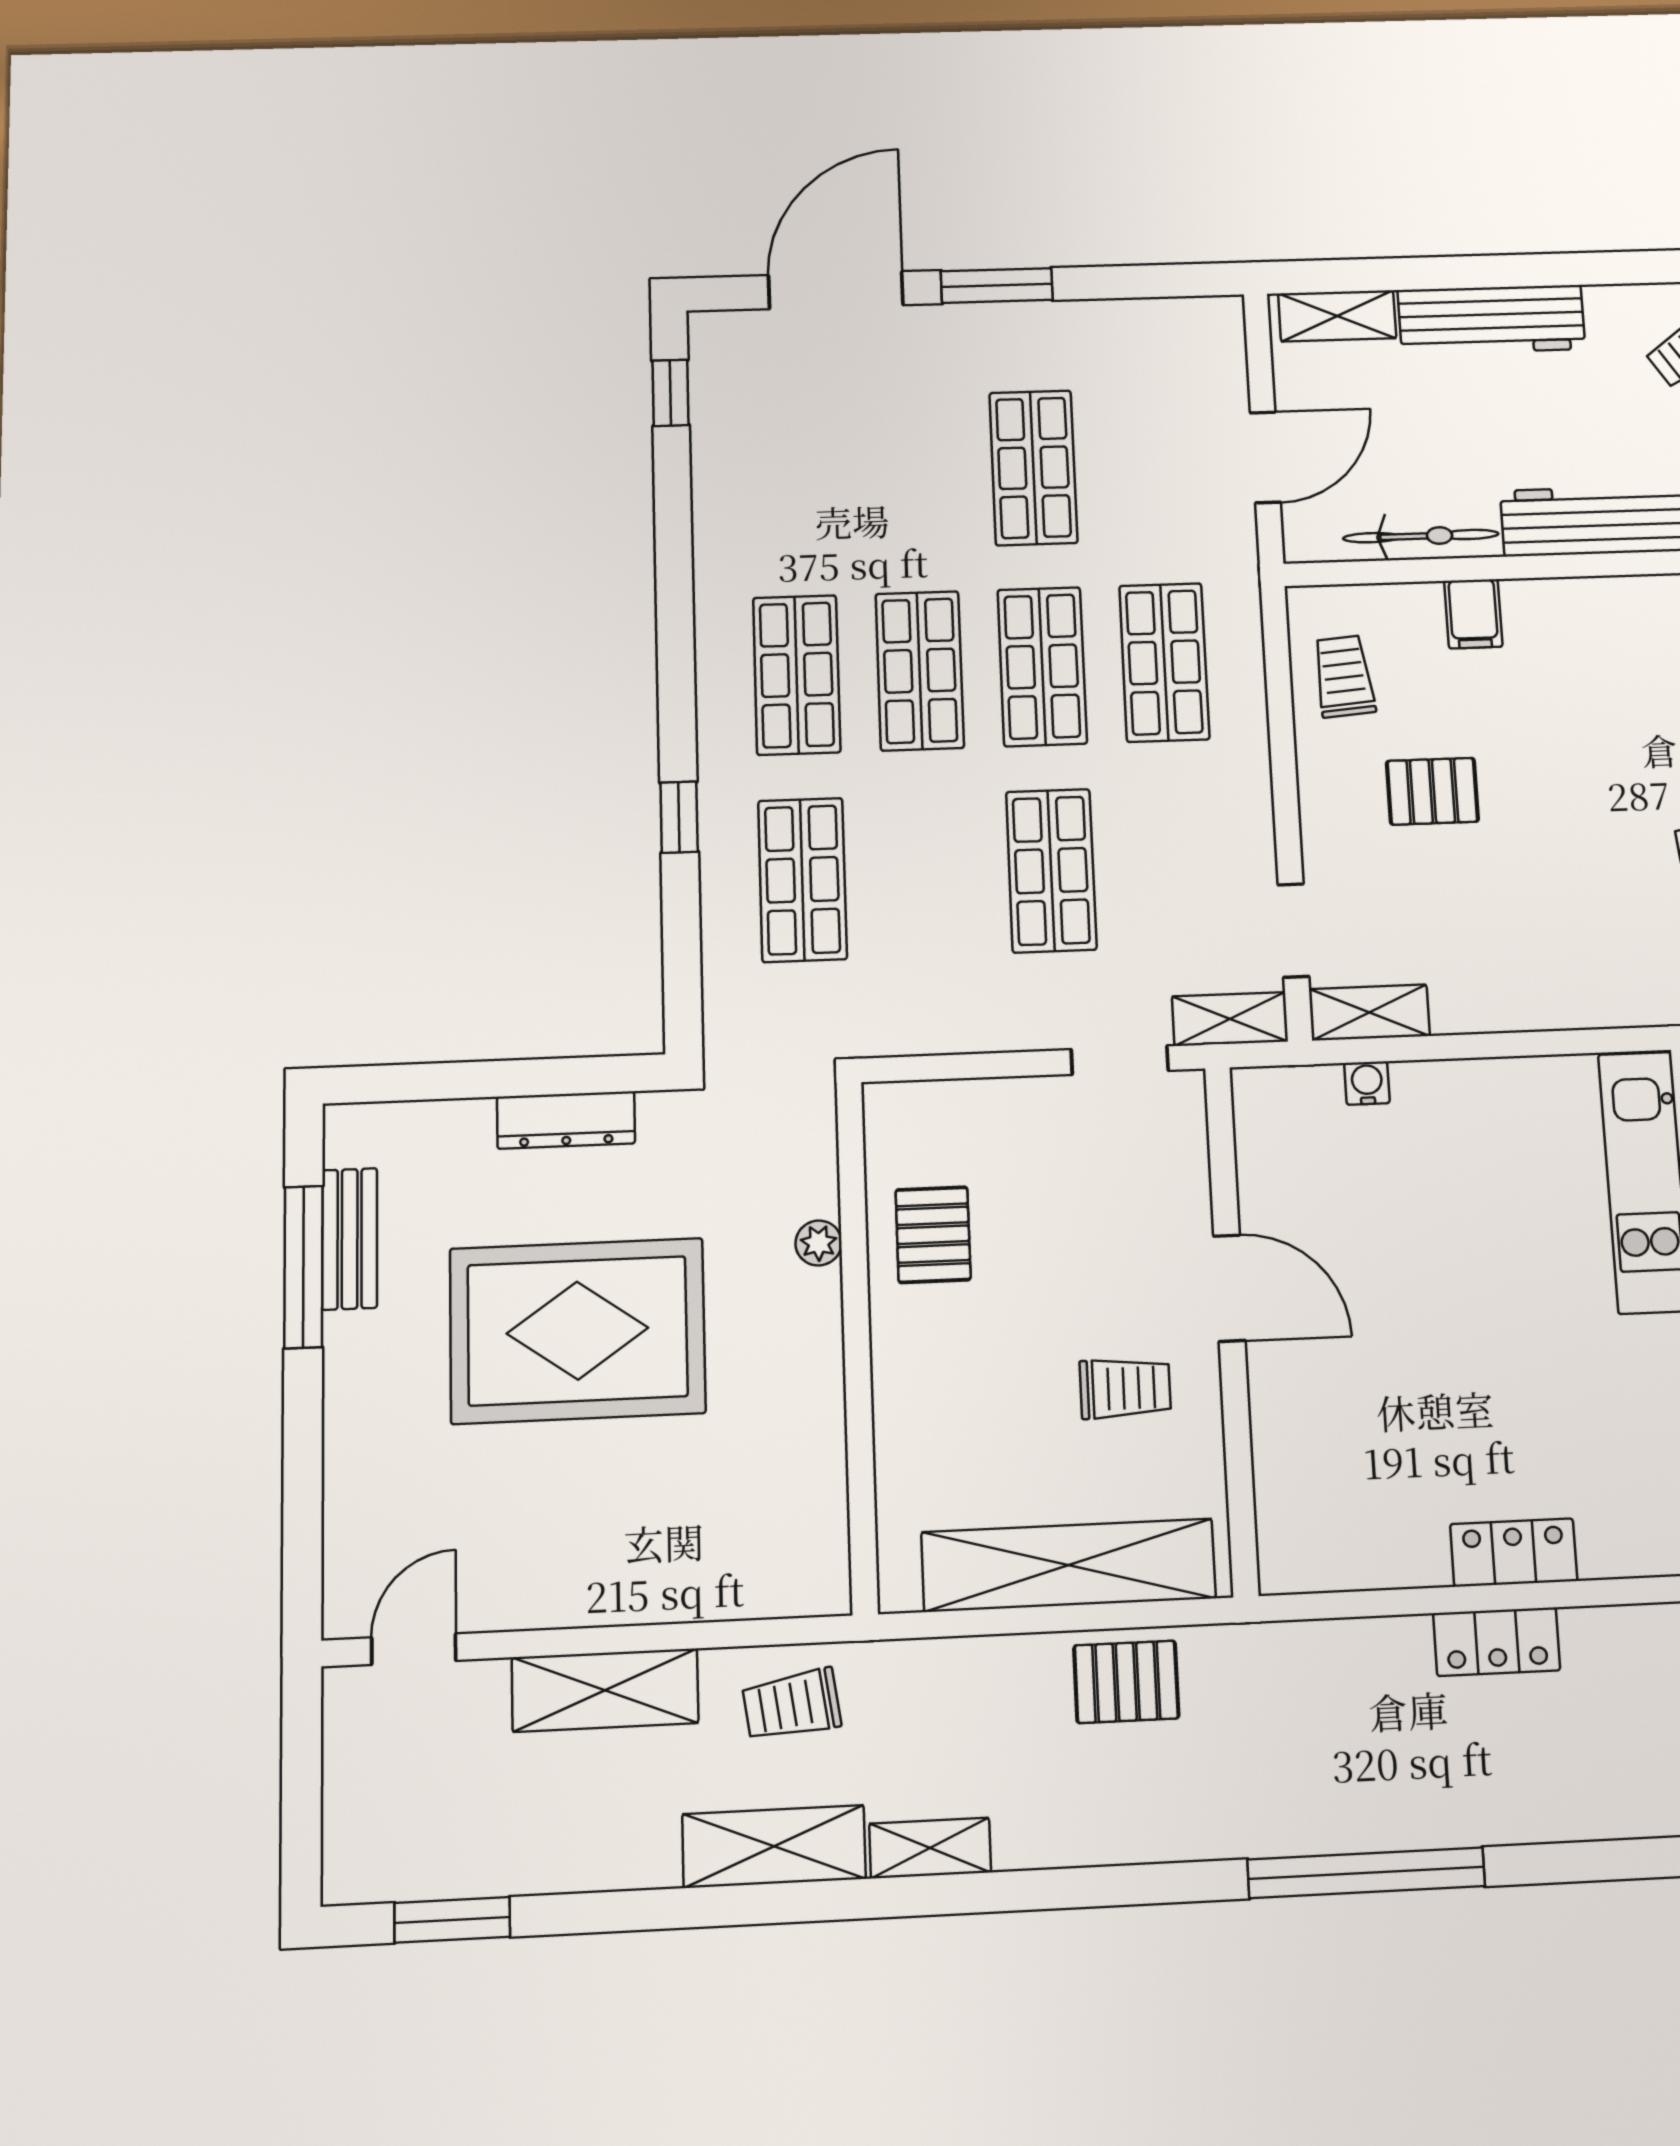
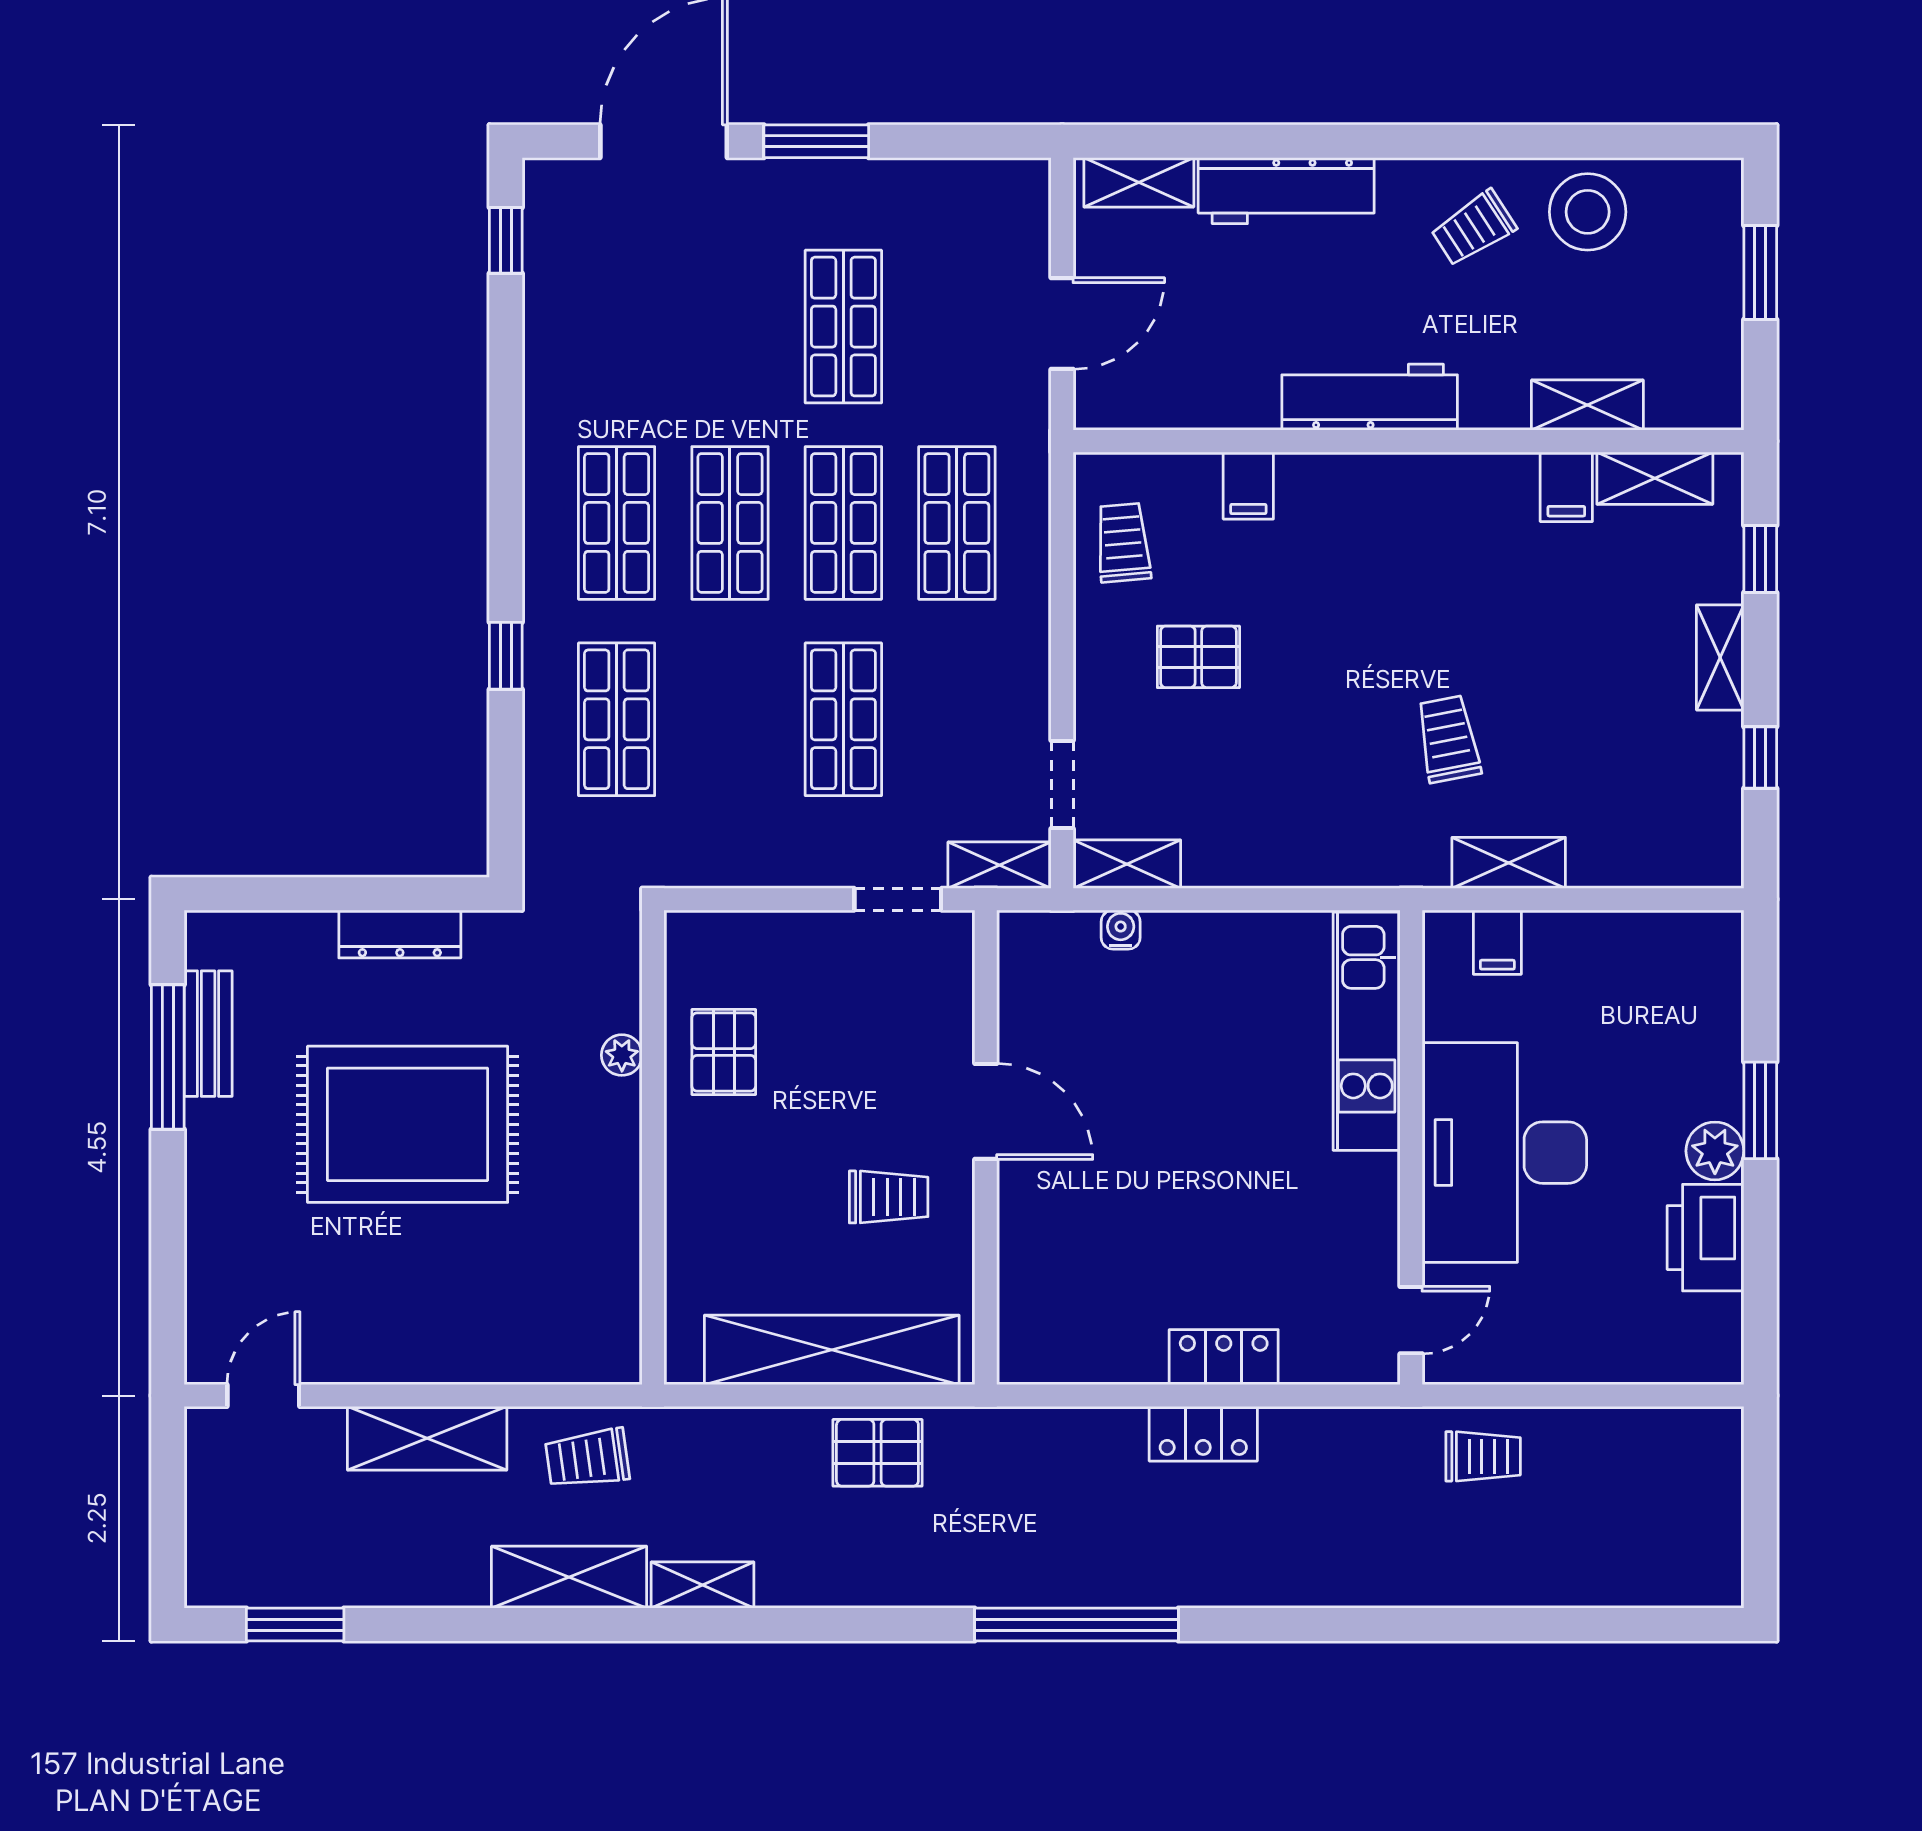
bicycle: (1421, 536) -> (1204, 407), removed

